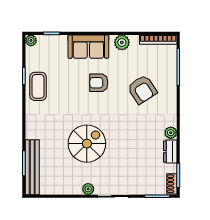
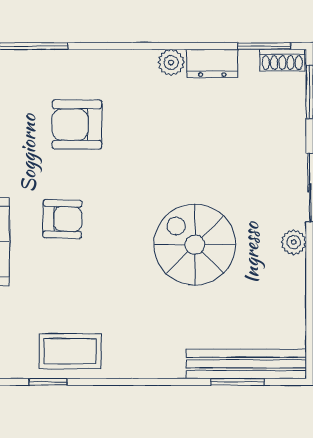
armchair: (99, 83) -> (62, 219), turned -89
armchair: (142, 89) -> (77, 124), turned -147

